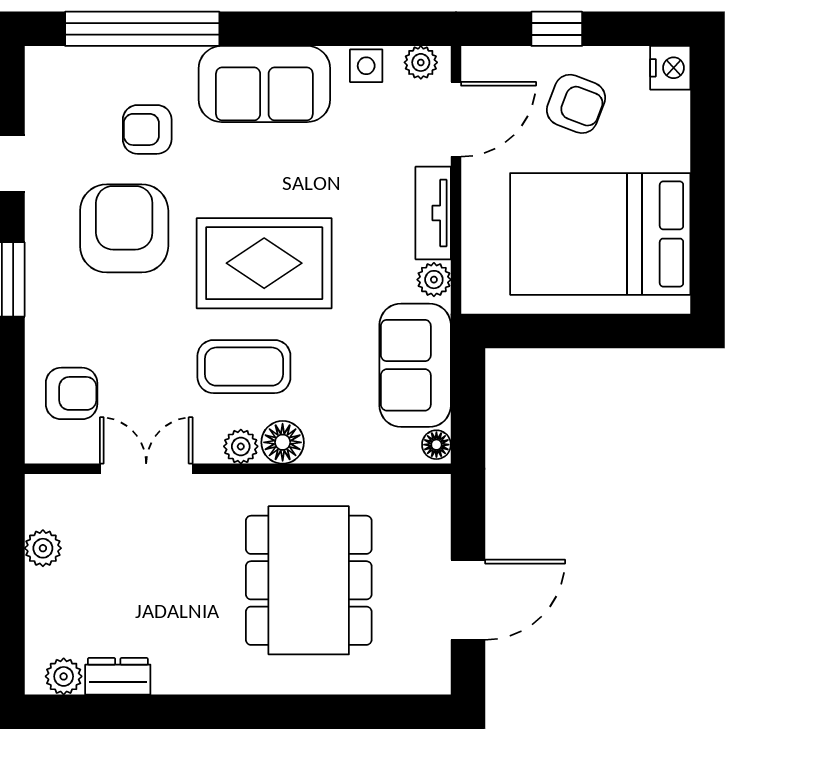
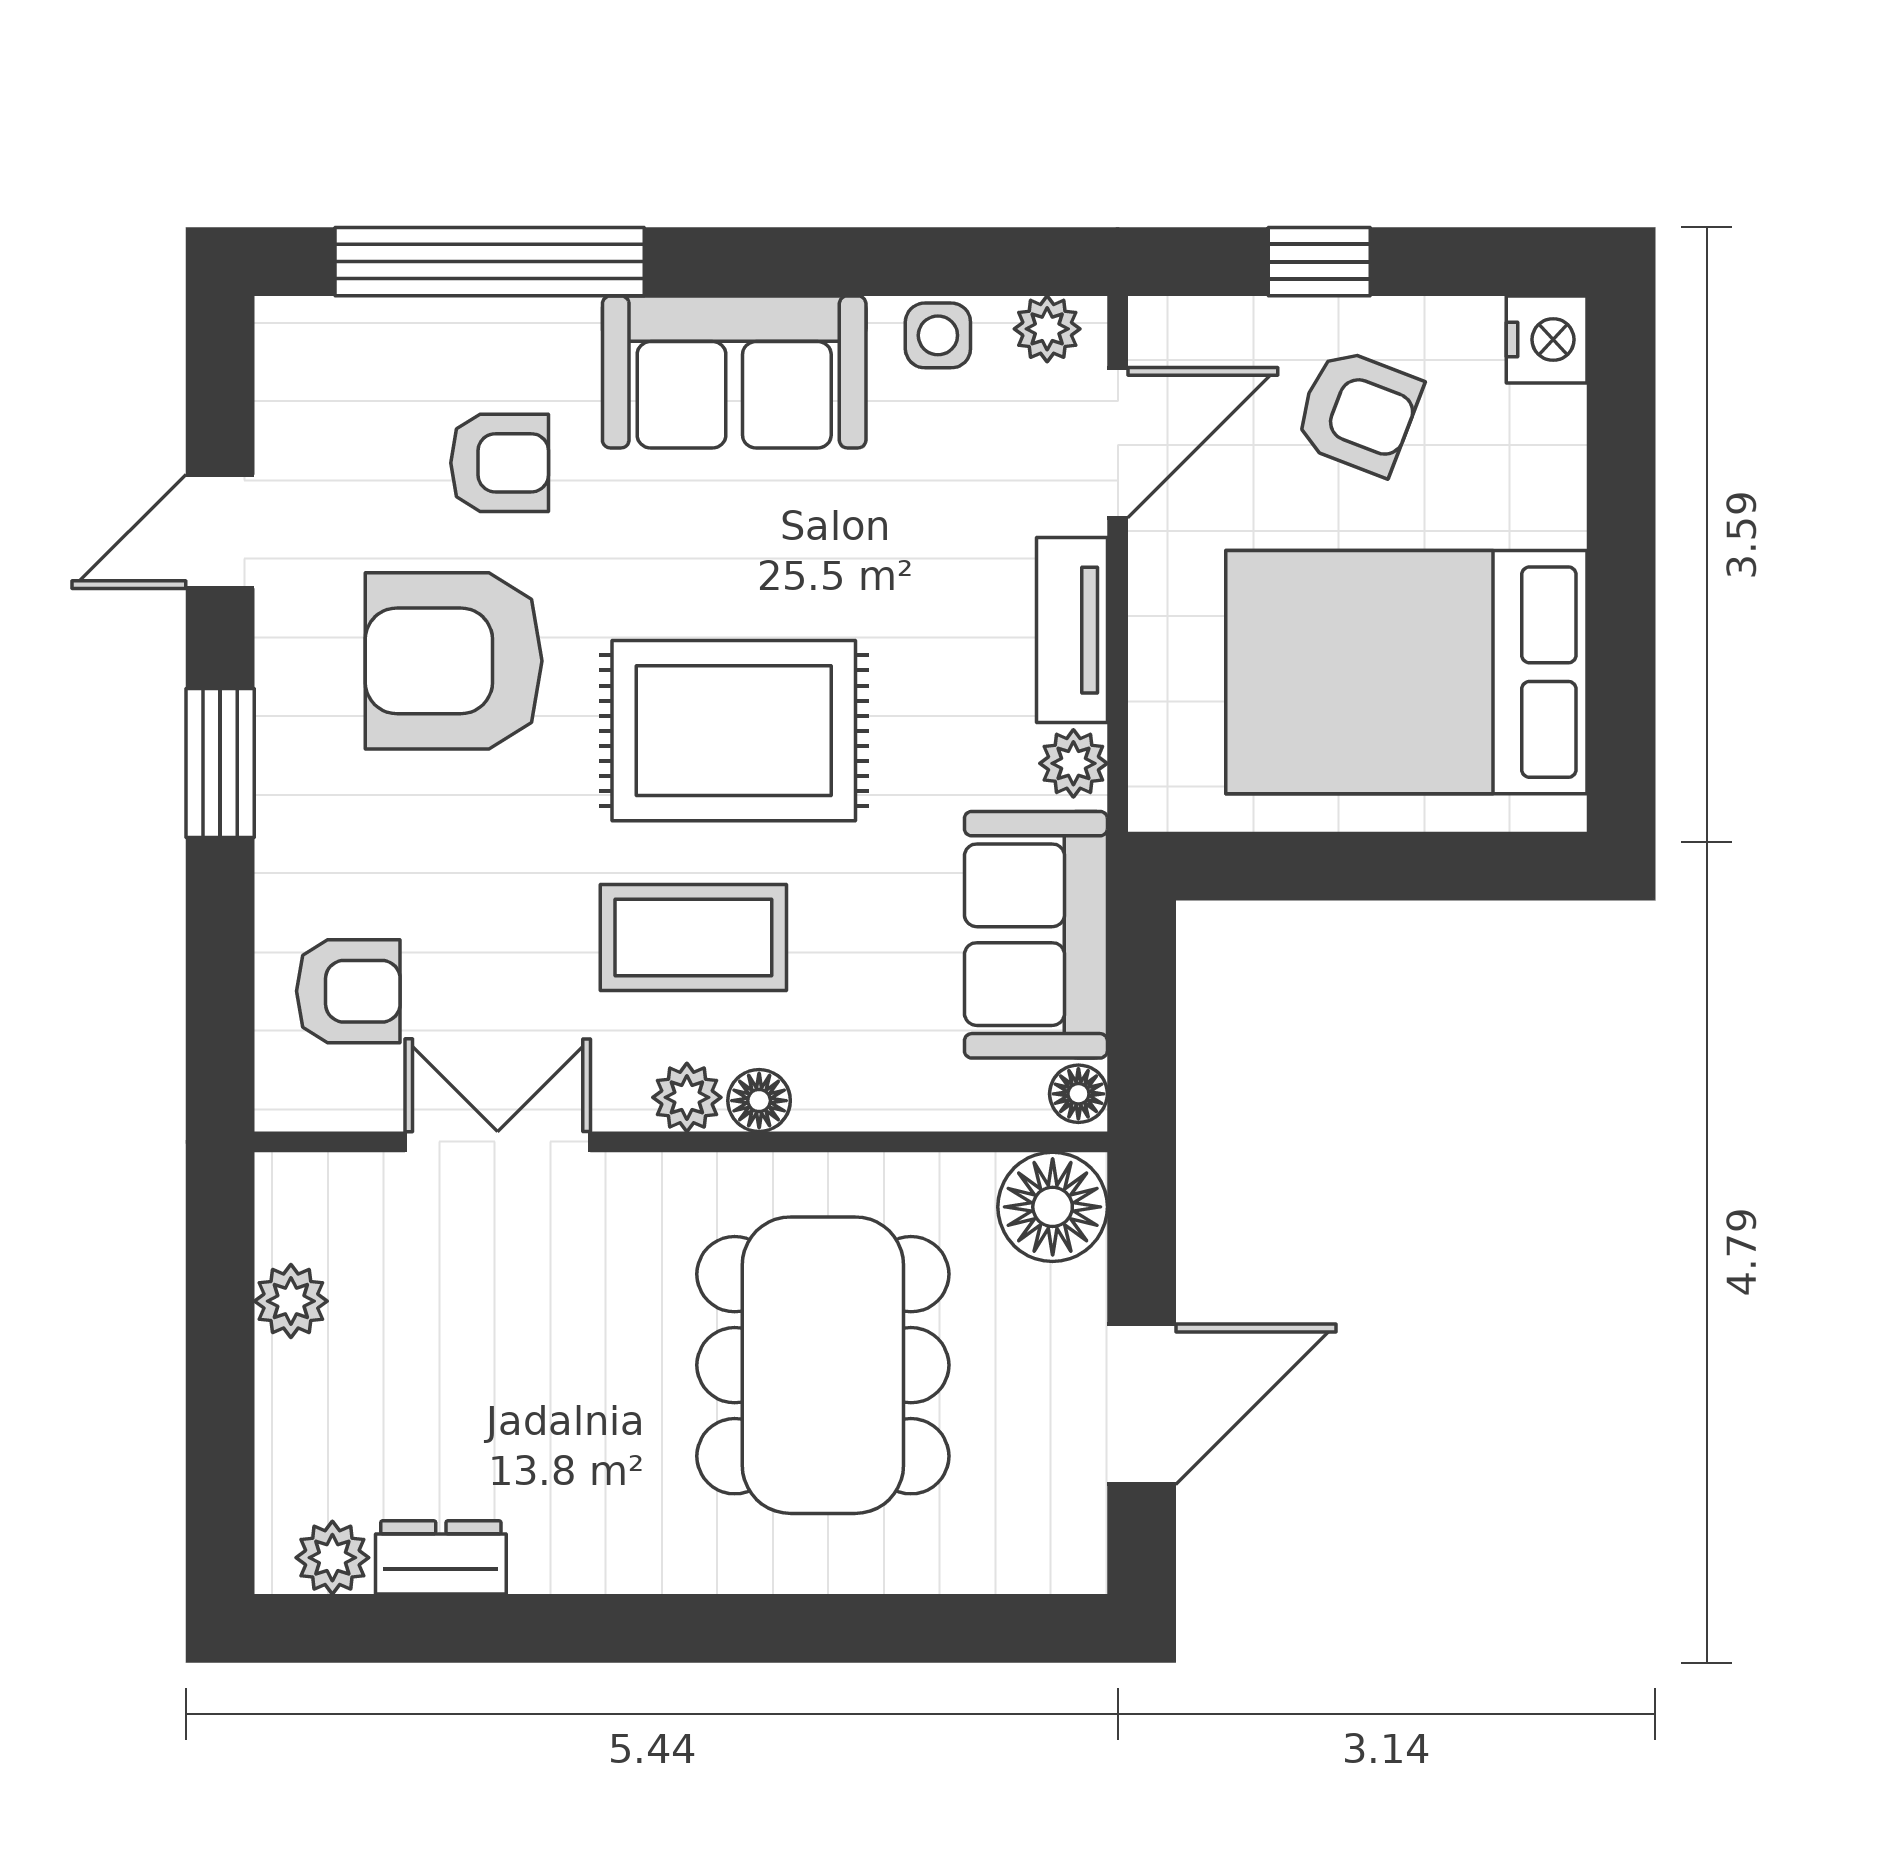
armchair: (147, 129) -> (500, 463), turned 180
armchair: (124, 228) -> (454, 661), turned -90
floor lamp: (283, 442) -> (759, 1101), width x0.73, depth x0.73
floor lamp: (423, 501) -> (1053, 1207), added

